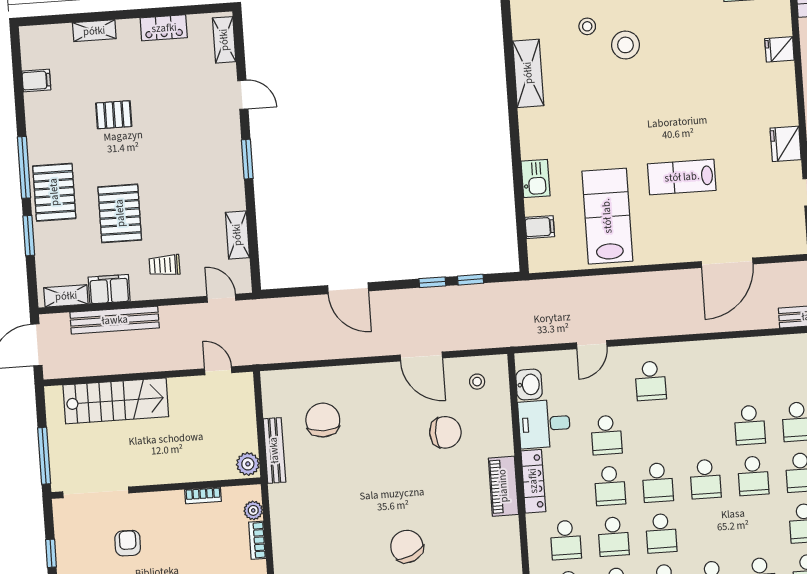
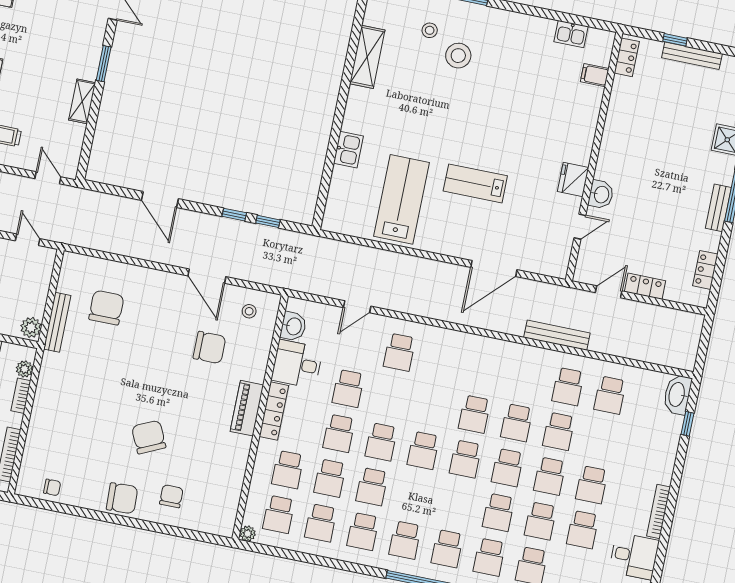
fridge: (779, 49) -> (590, 96), removed
filing cabinet: (540, 227) -> (595, 75), moved, turned 180
shelving: (237, 235) -> (82, 101), moved

